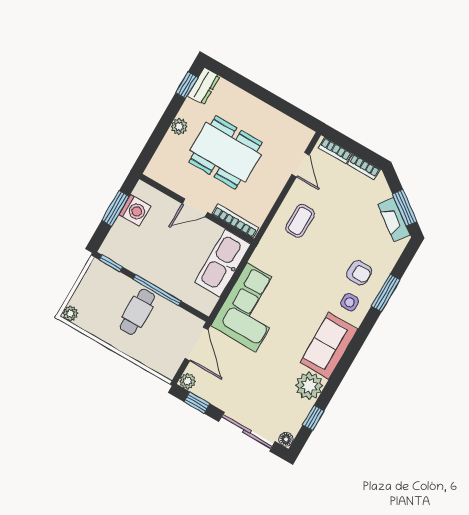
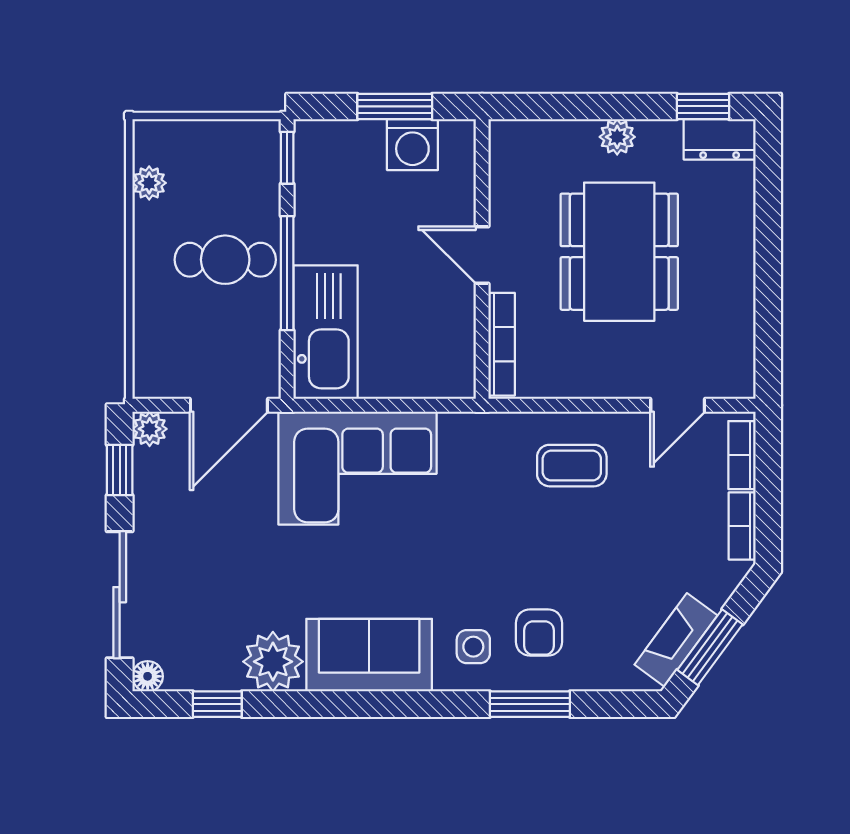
kitchen sink: (223, 263) -> (326, 332), moved, turned 90
plant: (70, 313) -> (149, 183), moved

